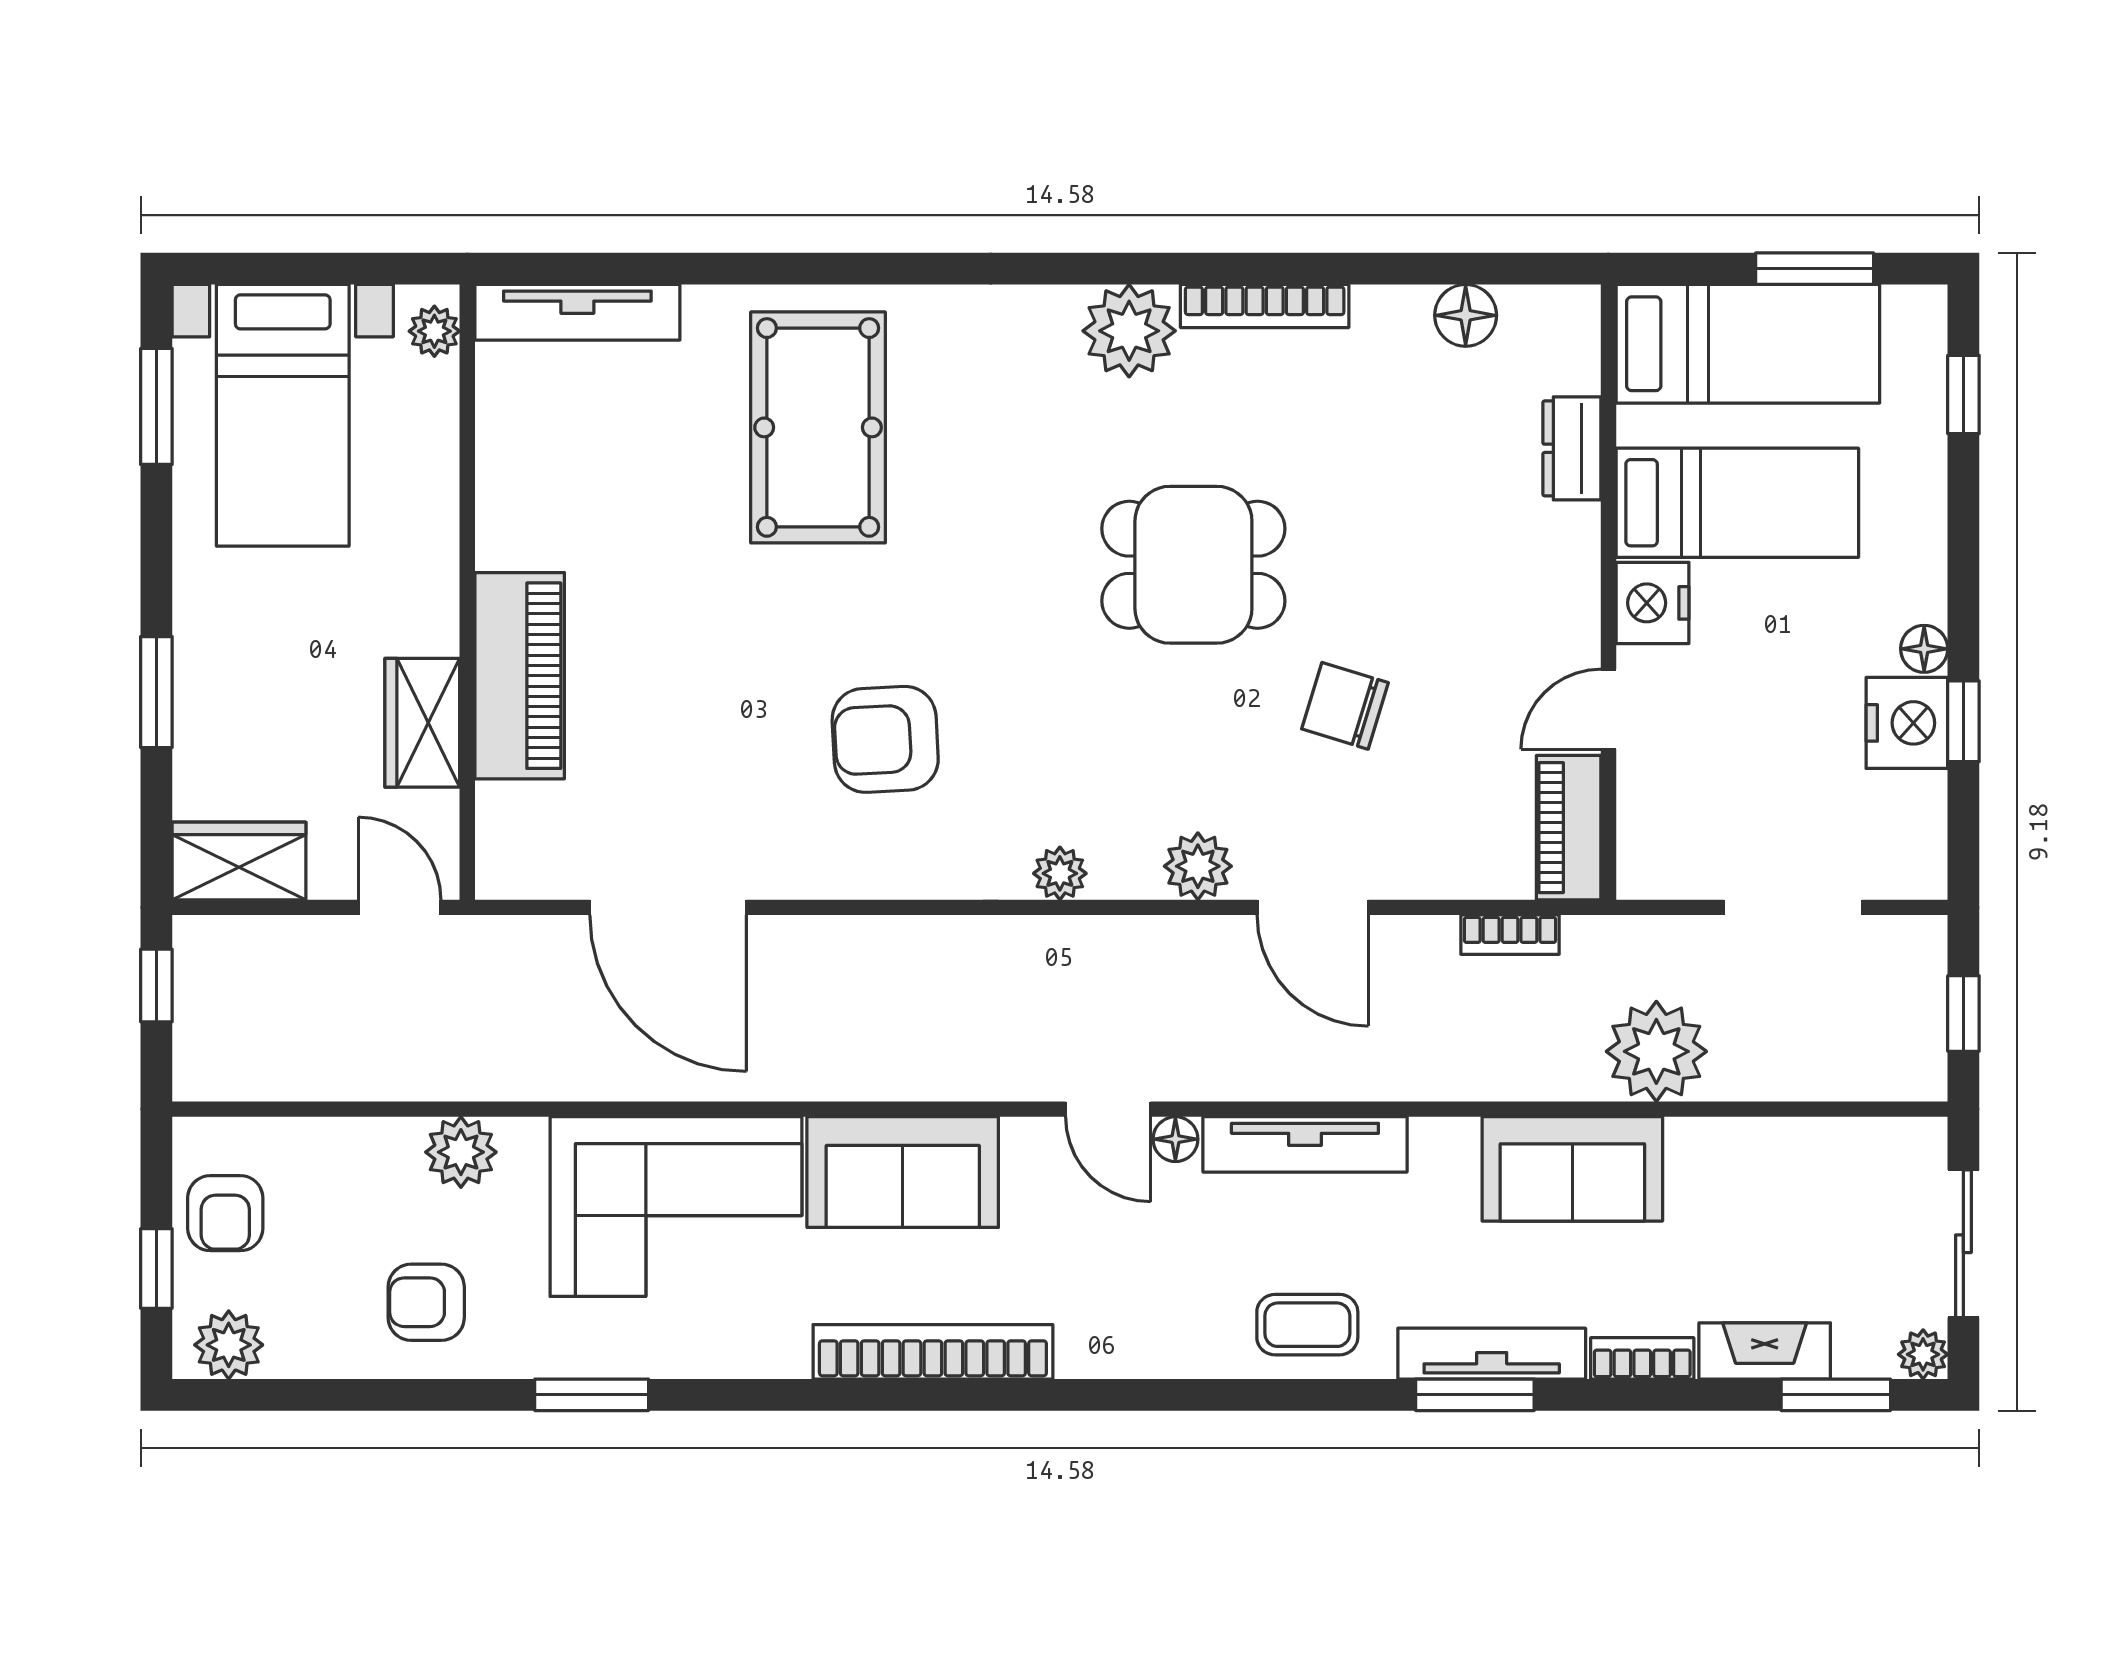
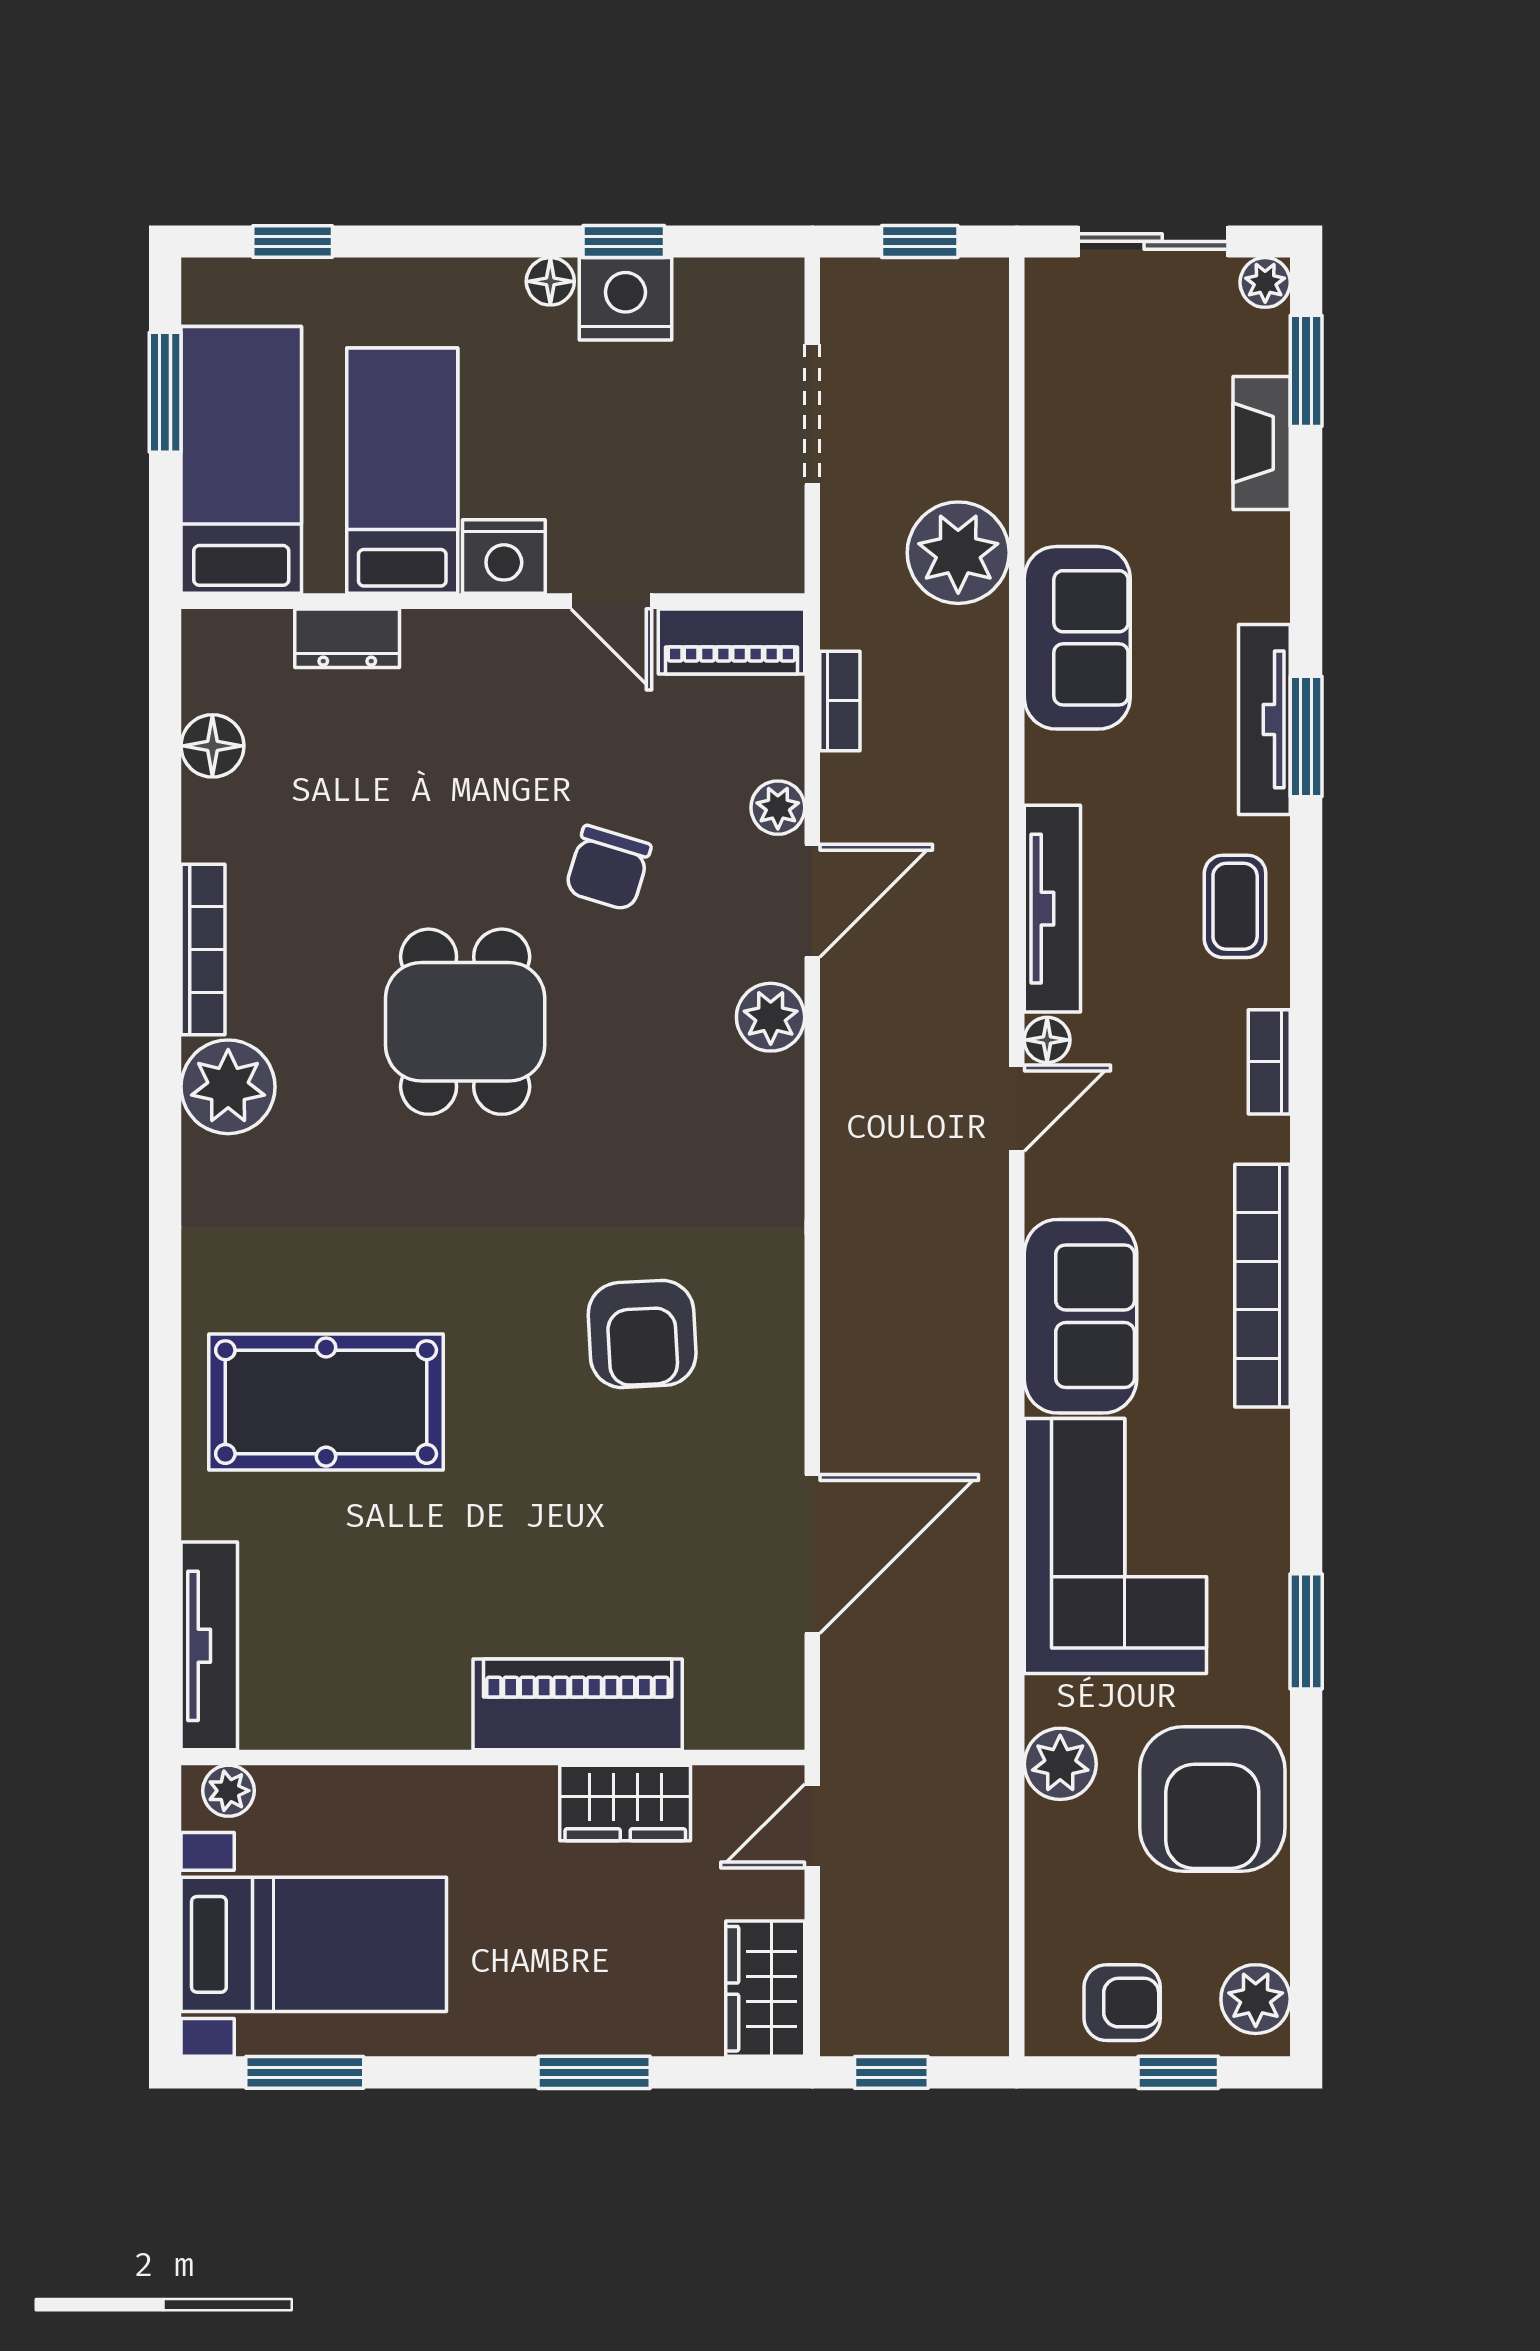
plant: (1060, 873) -> (778, 808), moved
armchair: (426, 1302) -> (1212, 1799), width x1.88, depth x1.88
bookcase: (1642, 1358) -> (1269, 1062), moved

